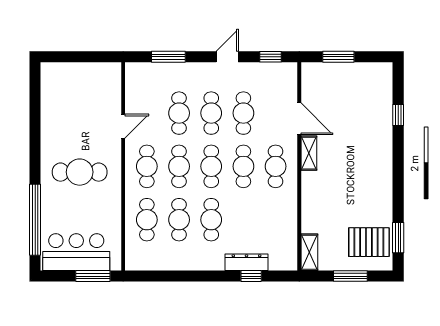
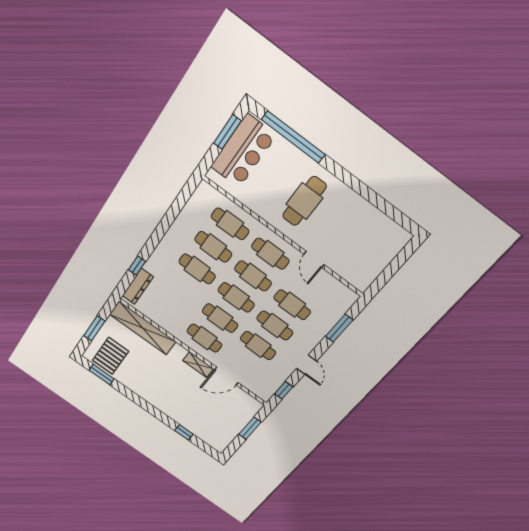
shelving: (309, 252) -> (143, 328), width x2.20, depth x1.33
dresser: (246, 262) -> (138, 286), moved
window: (93, 276) -> (227, 132), moved

